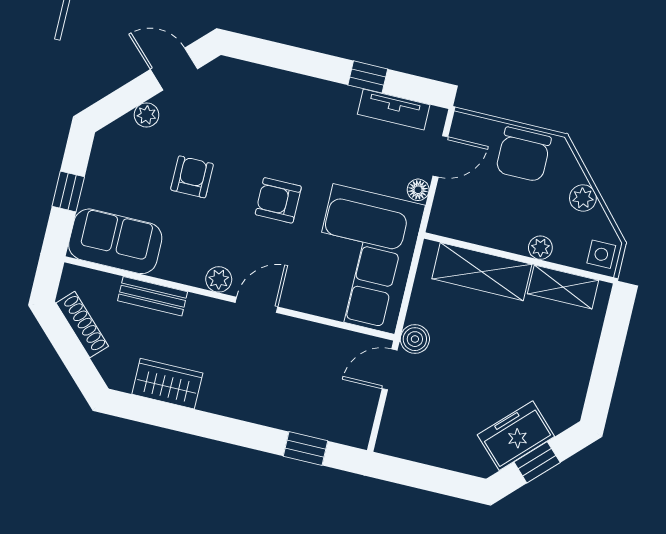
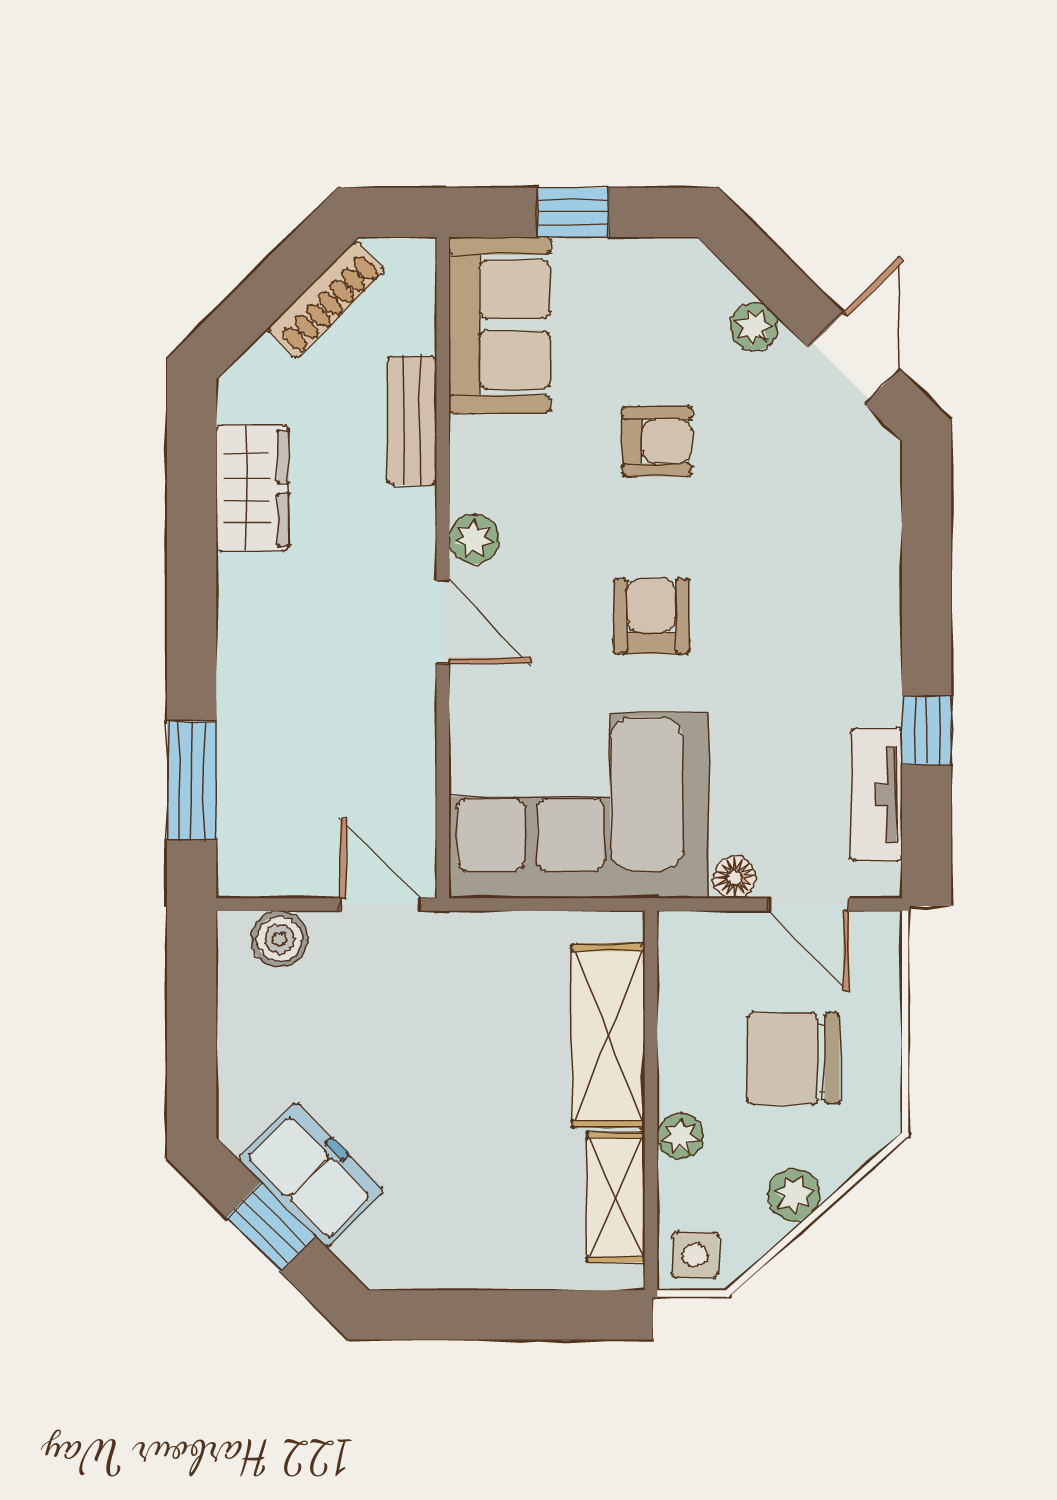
chair: (523, 155) -> (793, 1058), moved
boiler: (415, 339) -> (279, 939), moved
window: (305, 449) -> (192, 780), width x1.50

